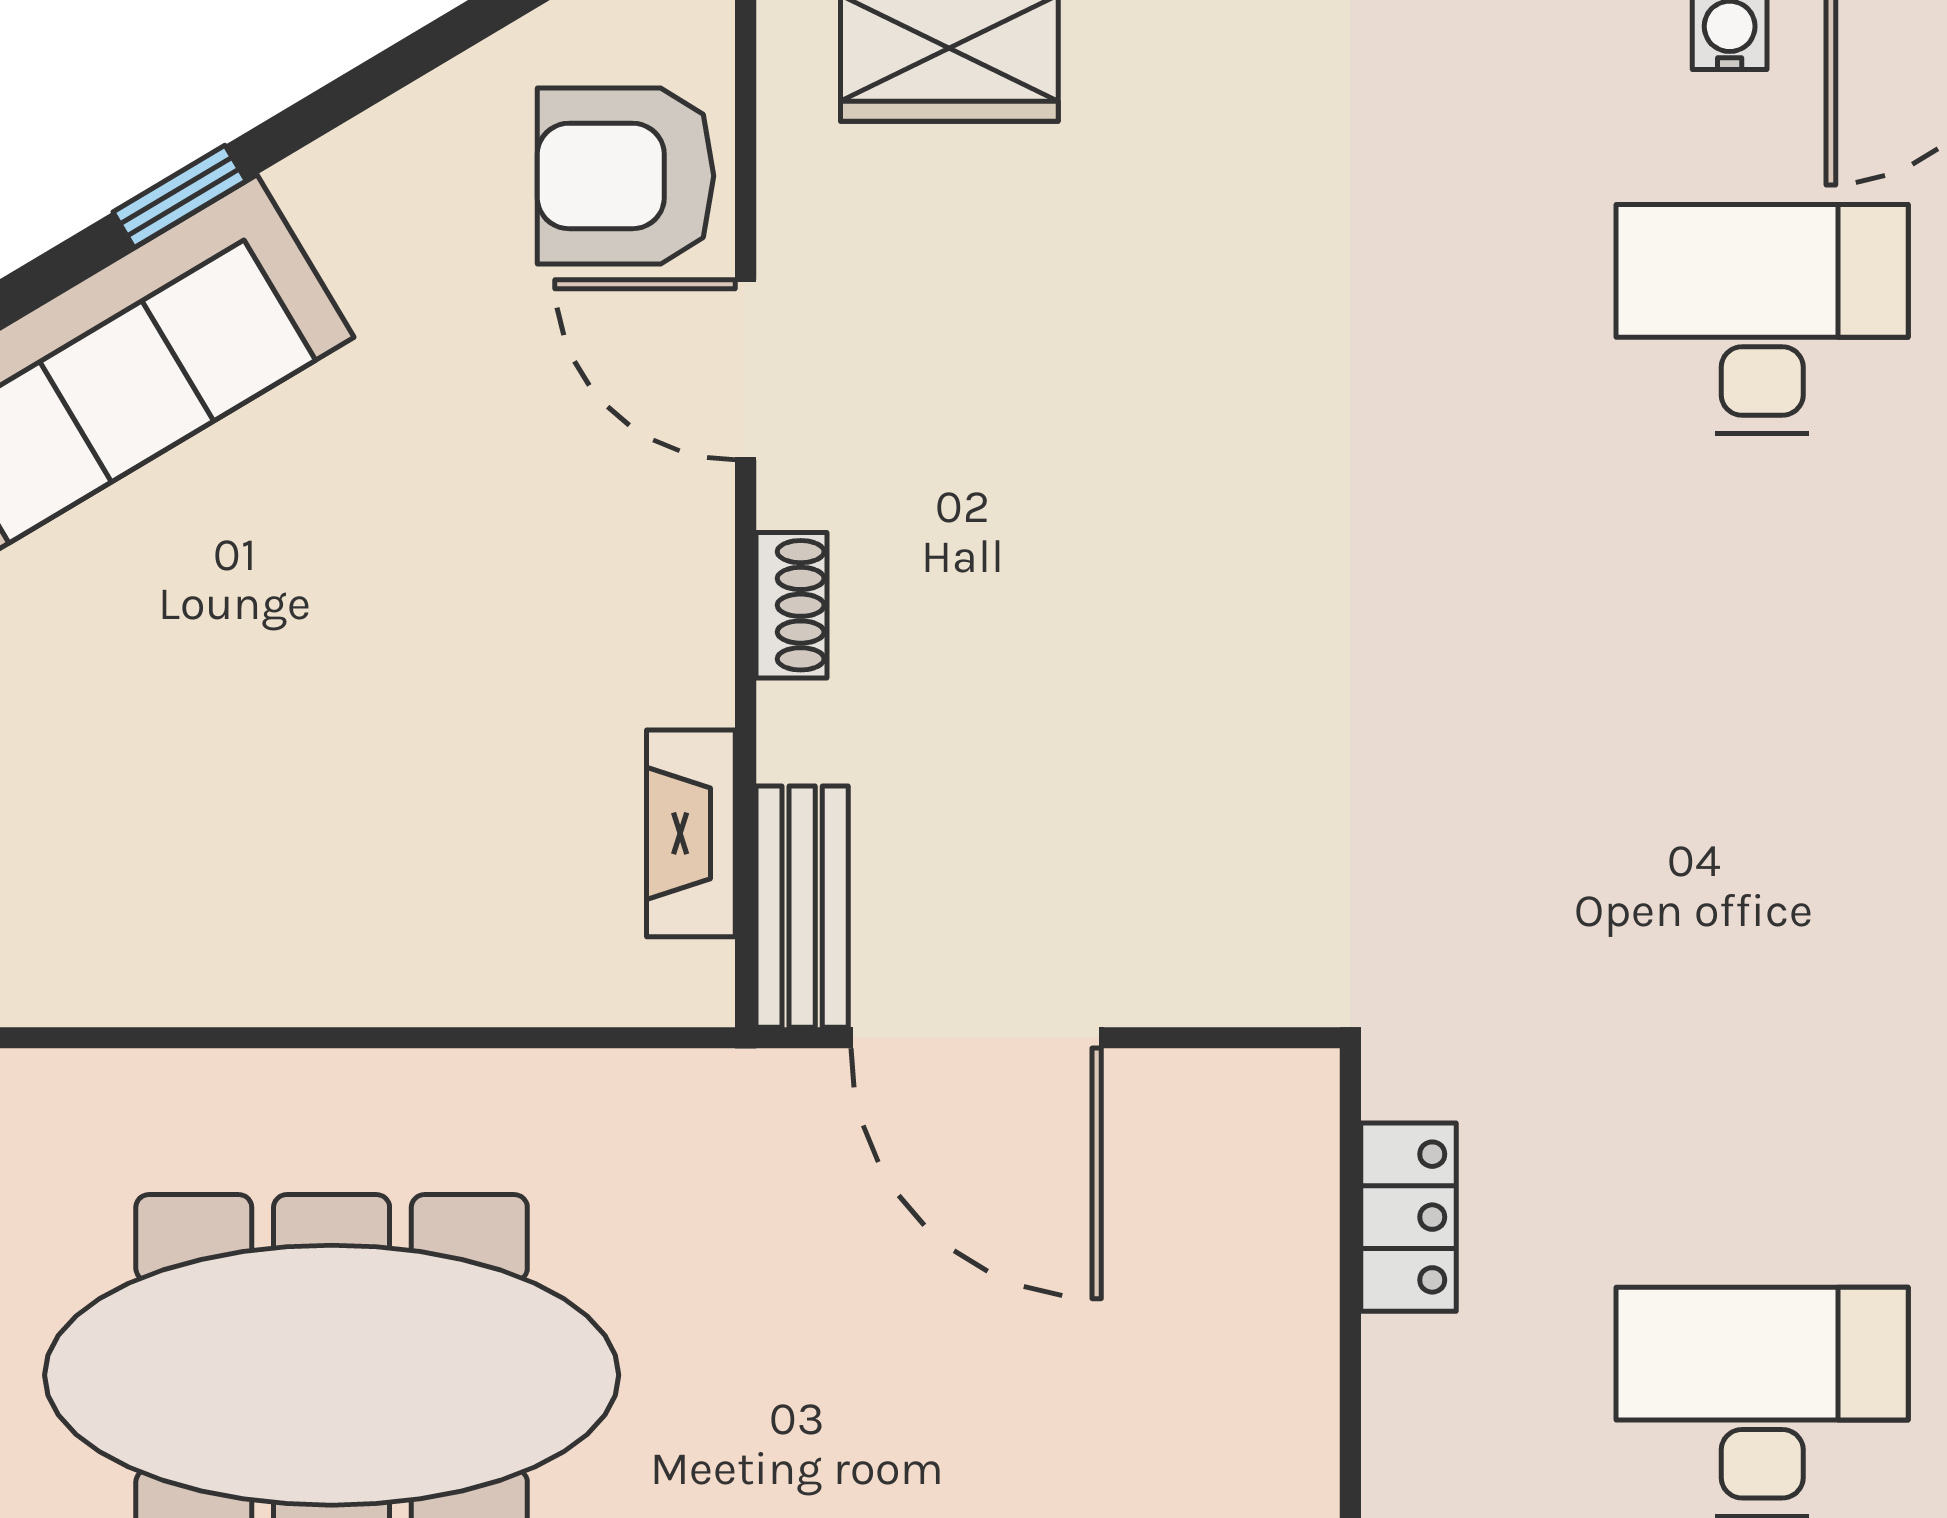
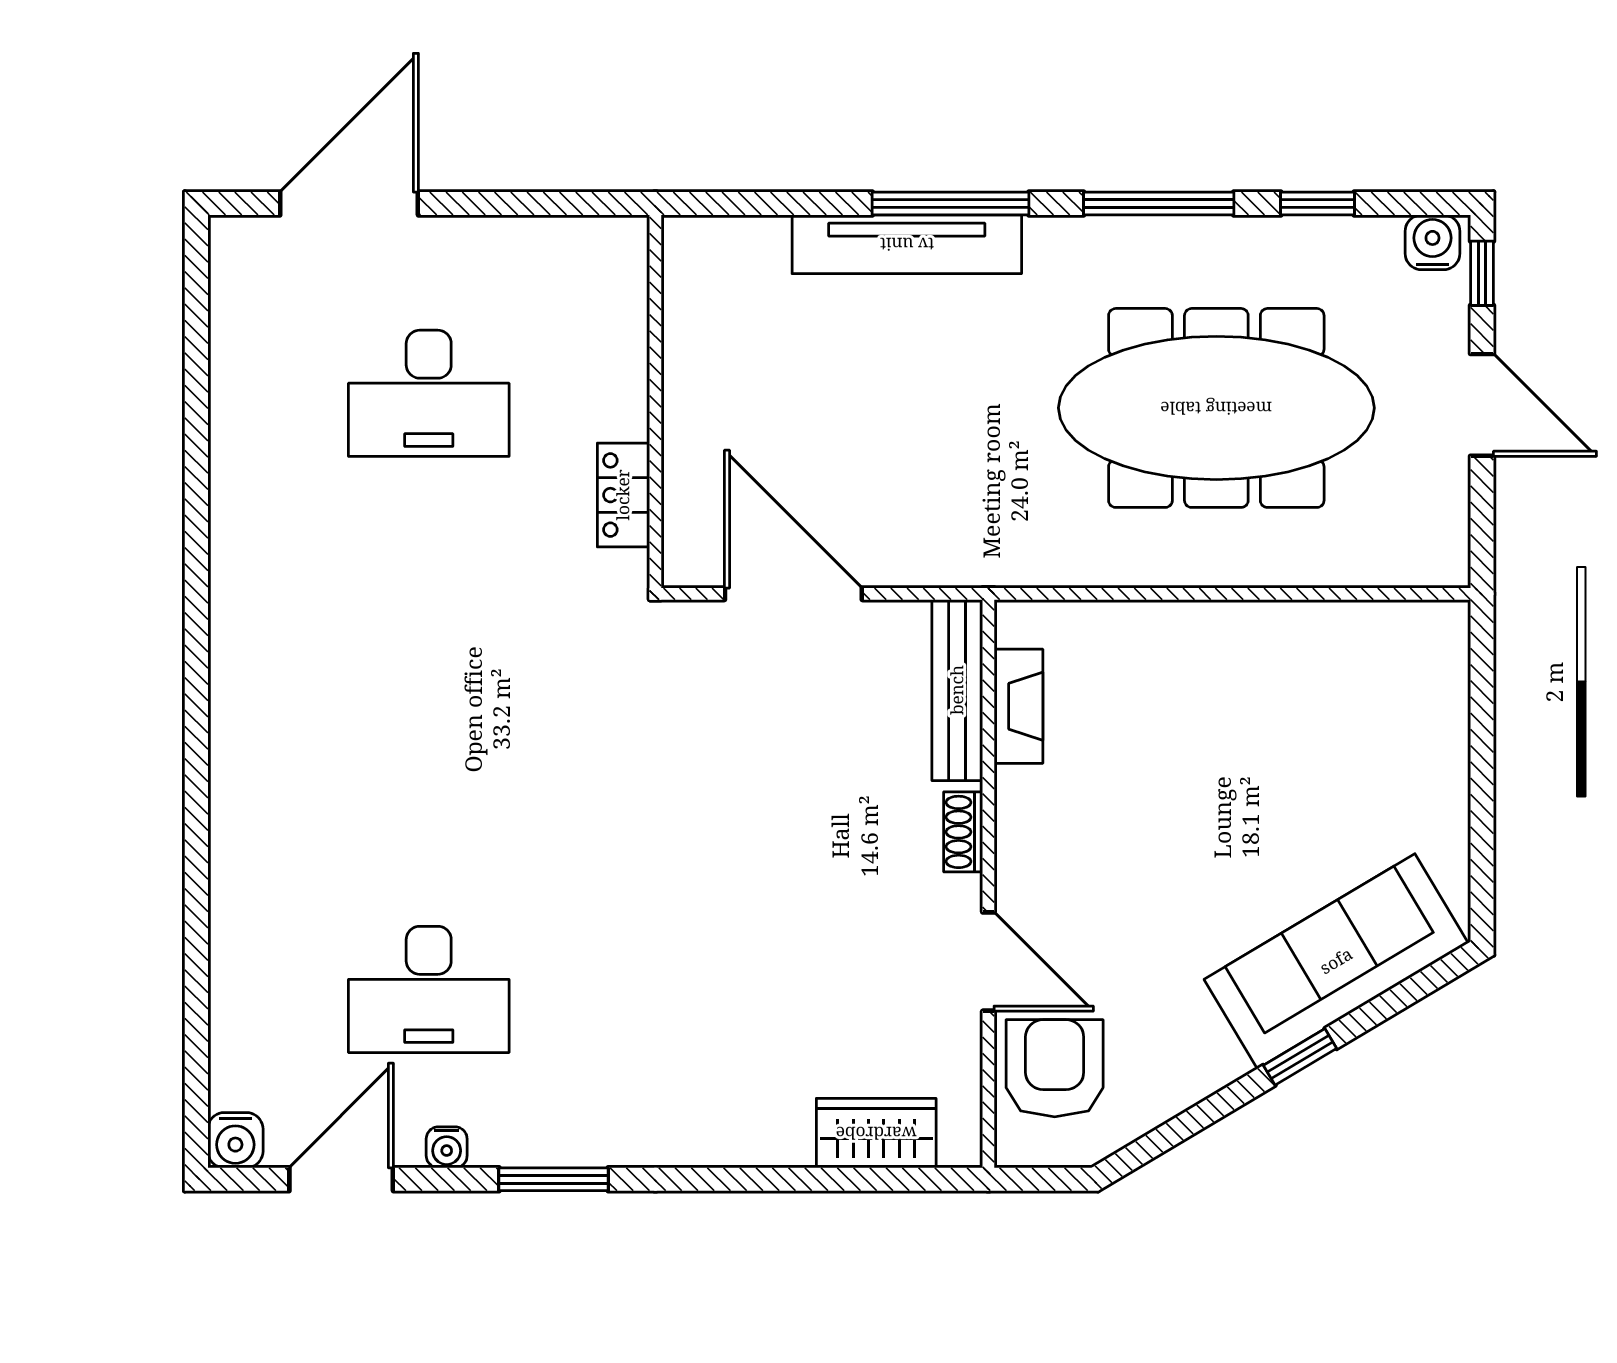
armchair: (625, 176) -> (1055, 1068), turned -90
bench: (802, 907) -> (957, 690), width x1.36
door: (976, 1038) -> (793, 594), moved

